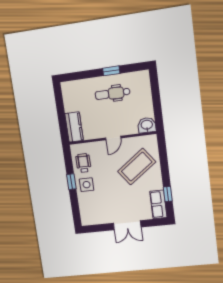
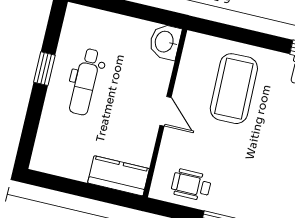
coffee table: (137, 167) -> (234, 89), turned 35
side table: (87, 185) -> (234, 195), removed

